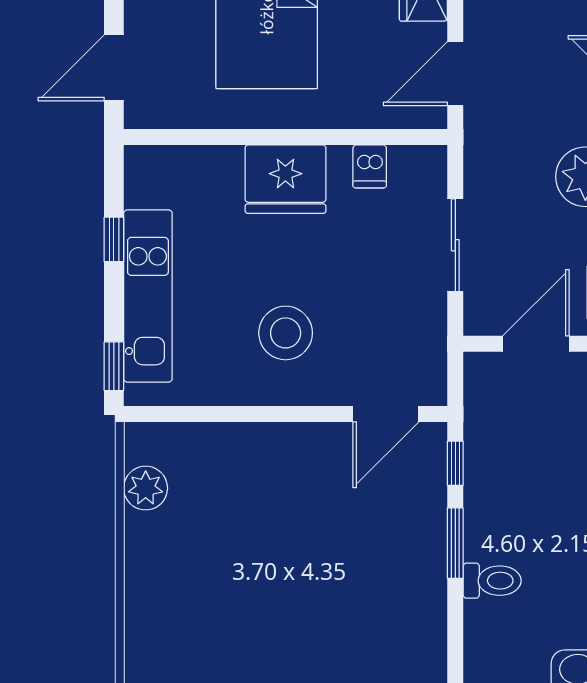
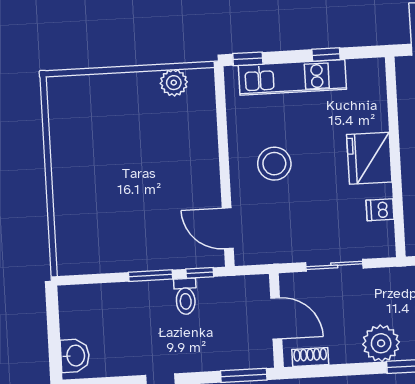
toilet: (492, 581) -> (185, 296), moved

